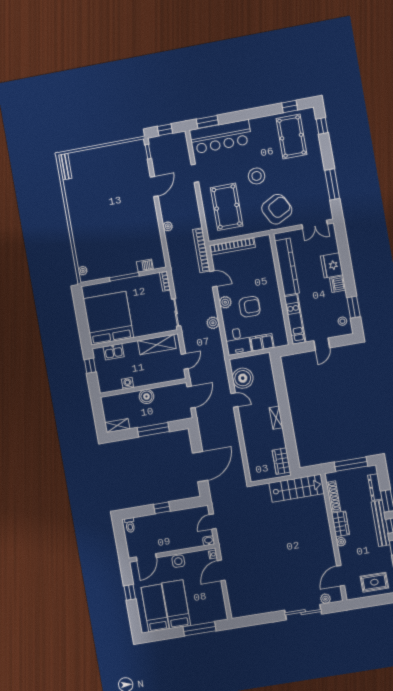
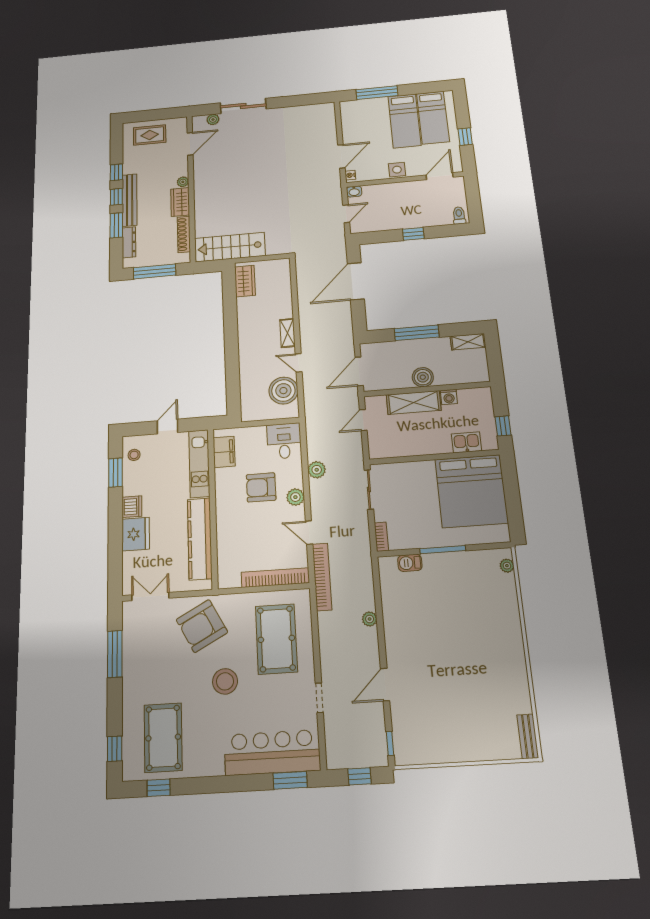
filing cabinet: (262, 342) -> (224, 452), moved, turned -90
shelving: (157, 345) -> (414, 402), moved
shelving: (276, 418) -> (287, 333), moved

